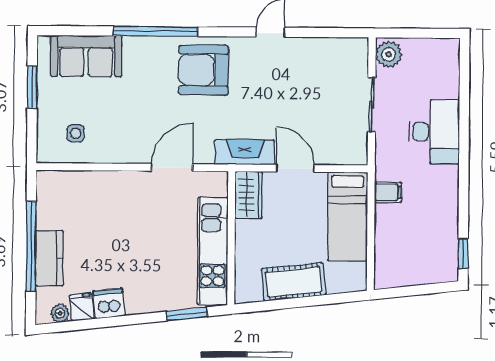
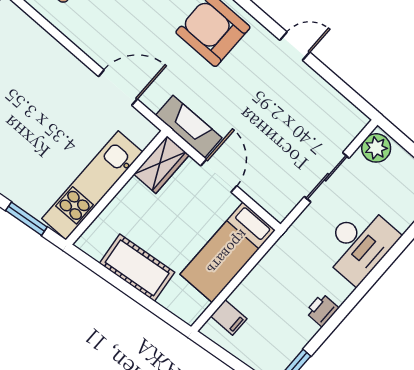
filing cabinet: (388, 192) -> (229, 317), moved
printer: (448, 200) -> (322, 310), added

